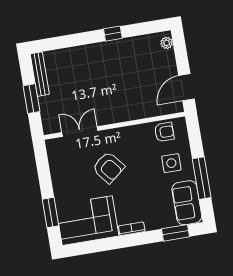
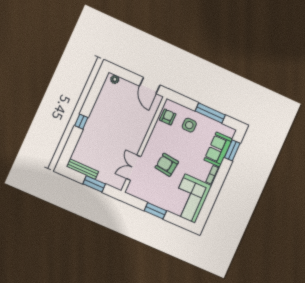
window: (113, 34) -> (81, 122), moved
armchair: (108, 167) -> (167, 165), turned -134
sofa: (187, 203) -> (218, 150), moved, turned 90
window: (51, 212) -> (155, 211), moved

